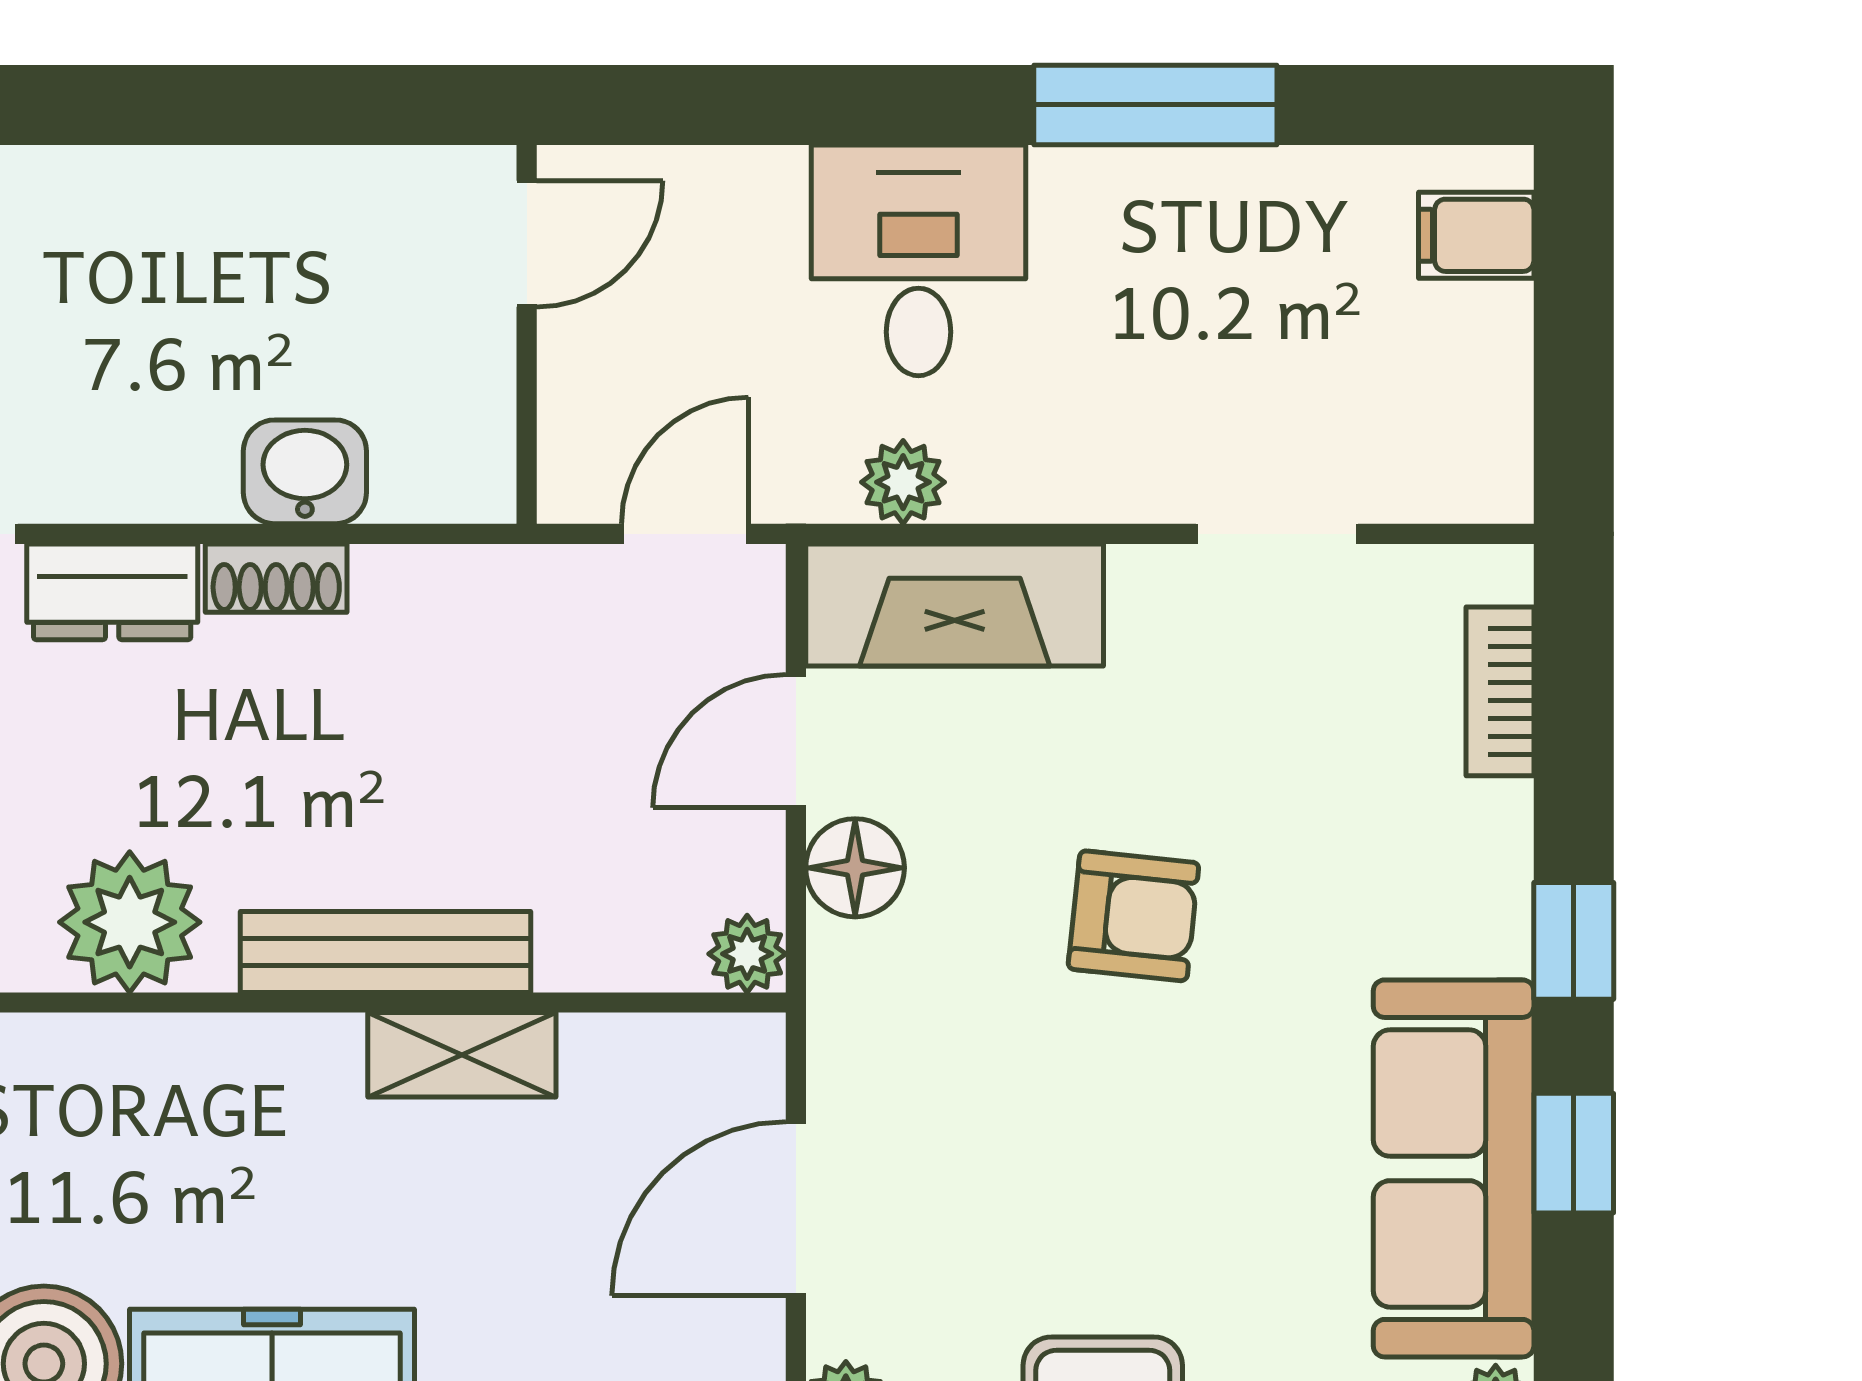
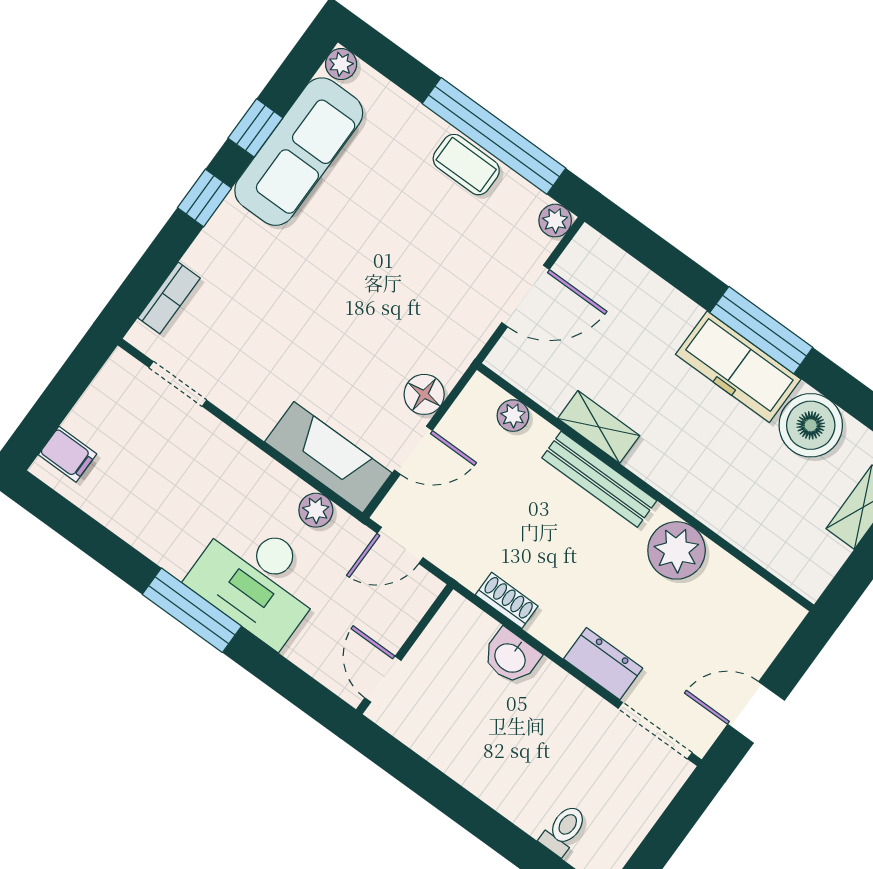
window: (1155, 105) -> (192, 610), moved
door: (527, 244) -> (383, 679), hinge flipped
desk: (918, 260) -> (258, 580), width x1.37
doorway: (1277, 534) -> (178, 384), moved
shoe rack: (276, 578) -> (507, 600), moved
armchair: (1133, 916) -> (344, 312), removed
plant: (747, 954) -> (513, 416), moved

